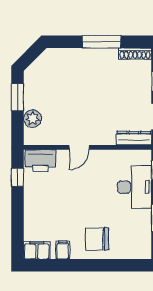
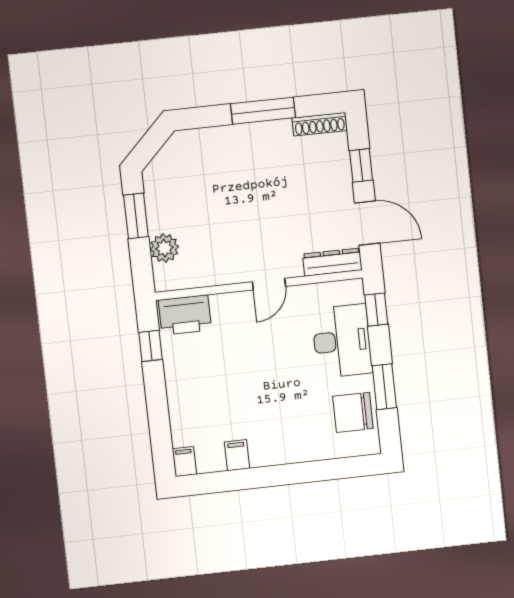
door: (79, 147) -> (269, 284), moved
chair: (97, 239) -> (353, 412), moved
filing cabinet: (37, 250) -> (184, 462), width x0.50

